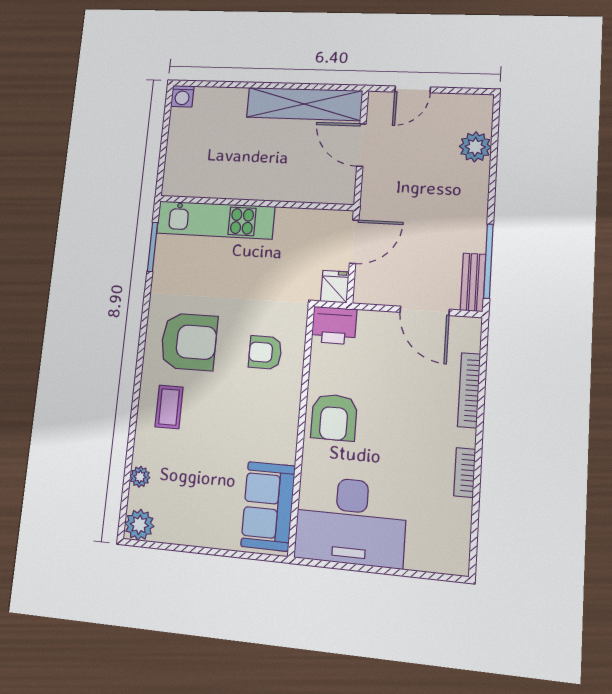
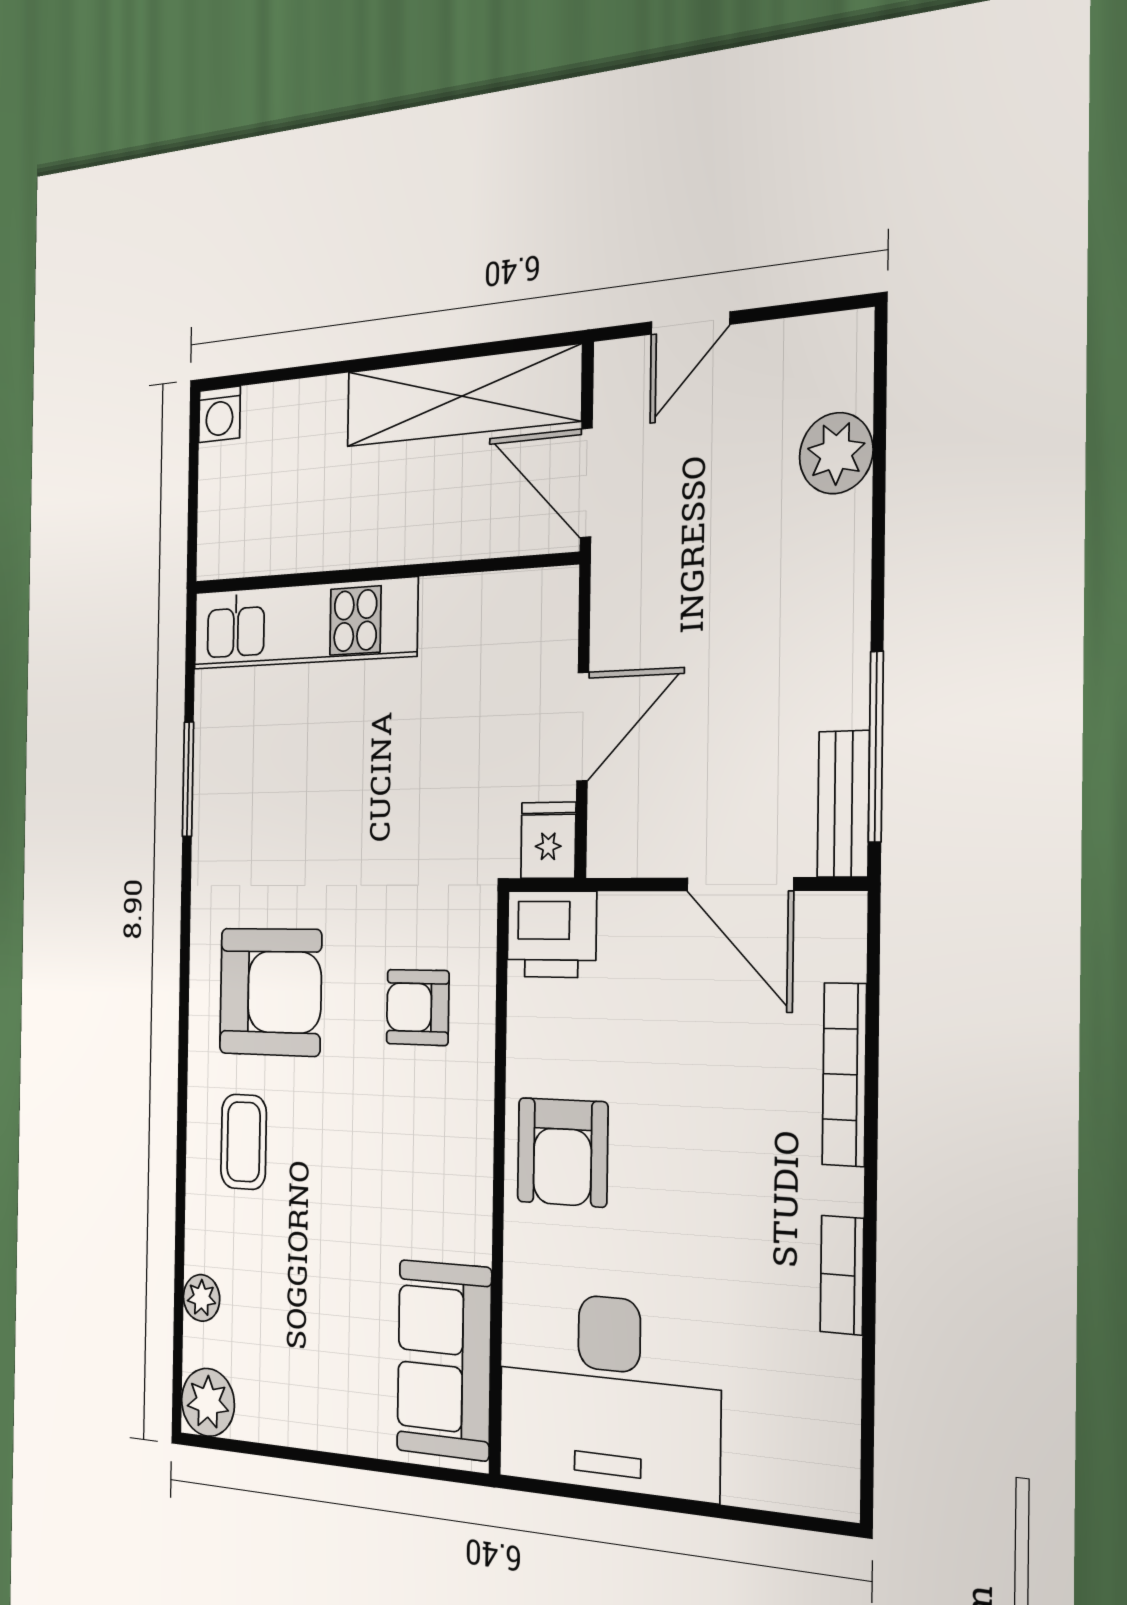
wall: (255, 203) -> (379, 573), moved
kitchen unit: (215, 220) -> (304, 624), moved

